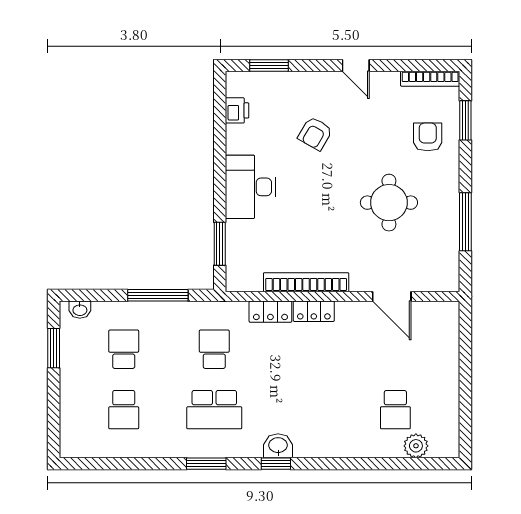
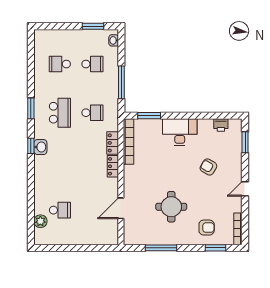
bookcase: (306, 282) -> (128, 142), moved
school desk: (214, 410) -> (60, 113), turned 180
school desk: (395, 410) -> (60, 210), turned 180

